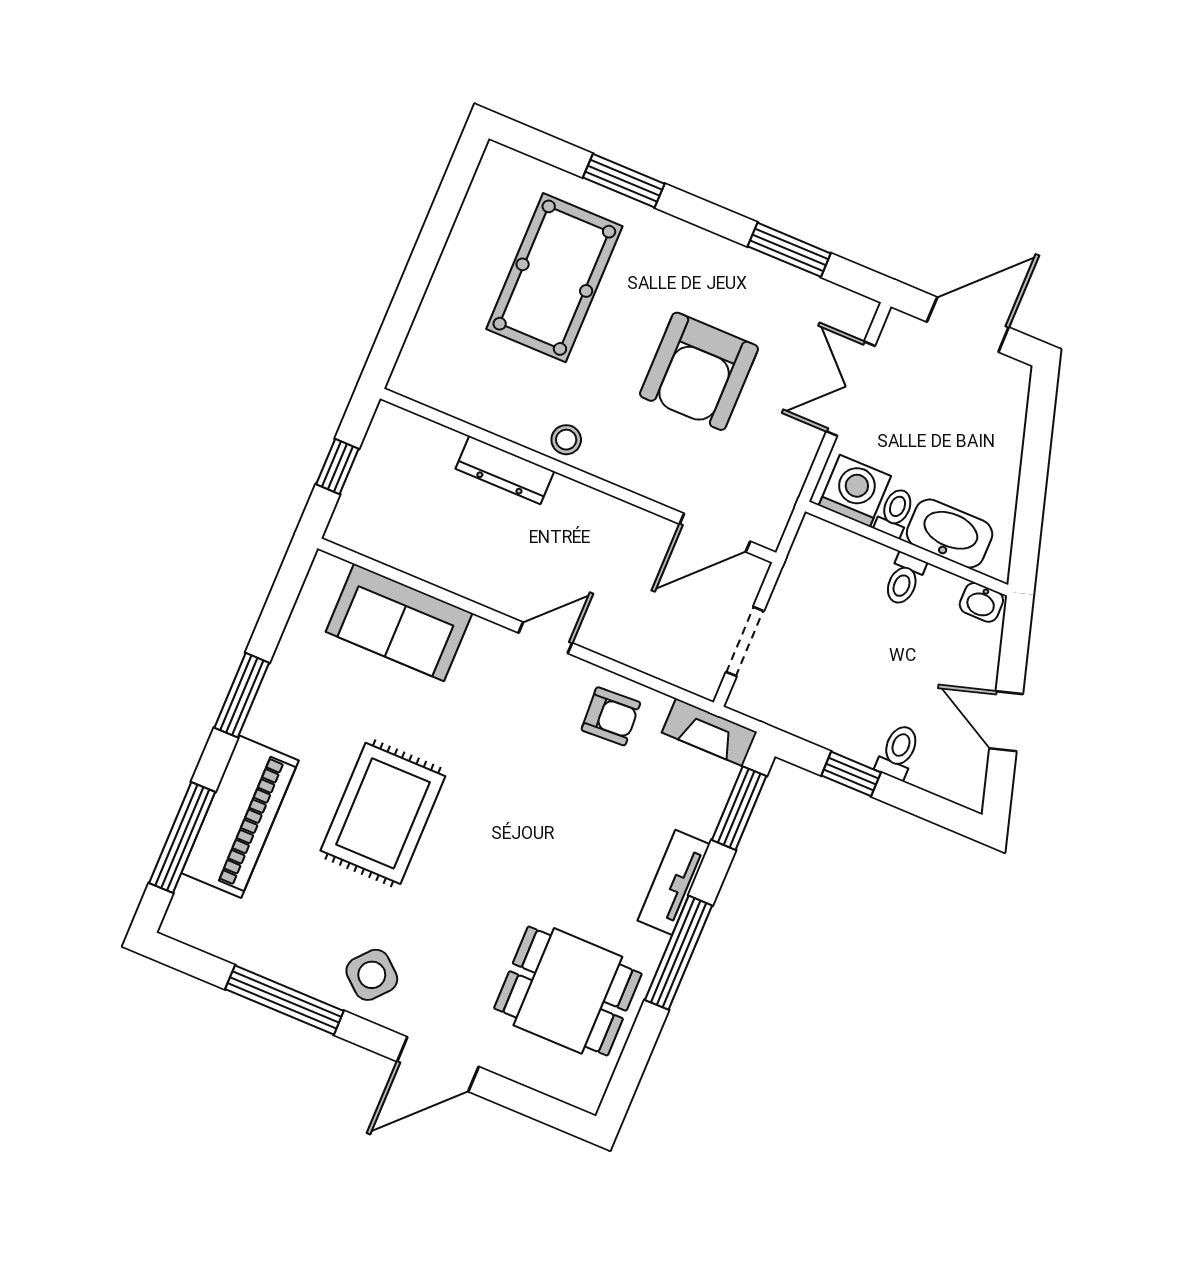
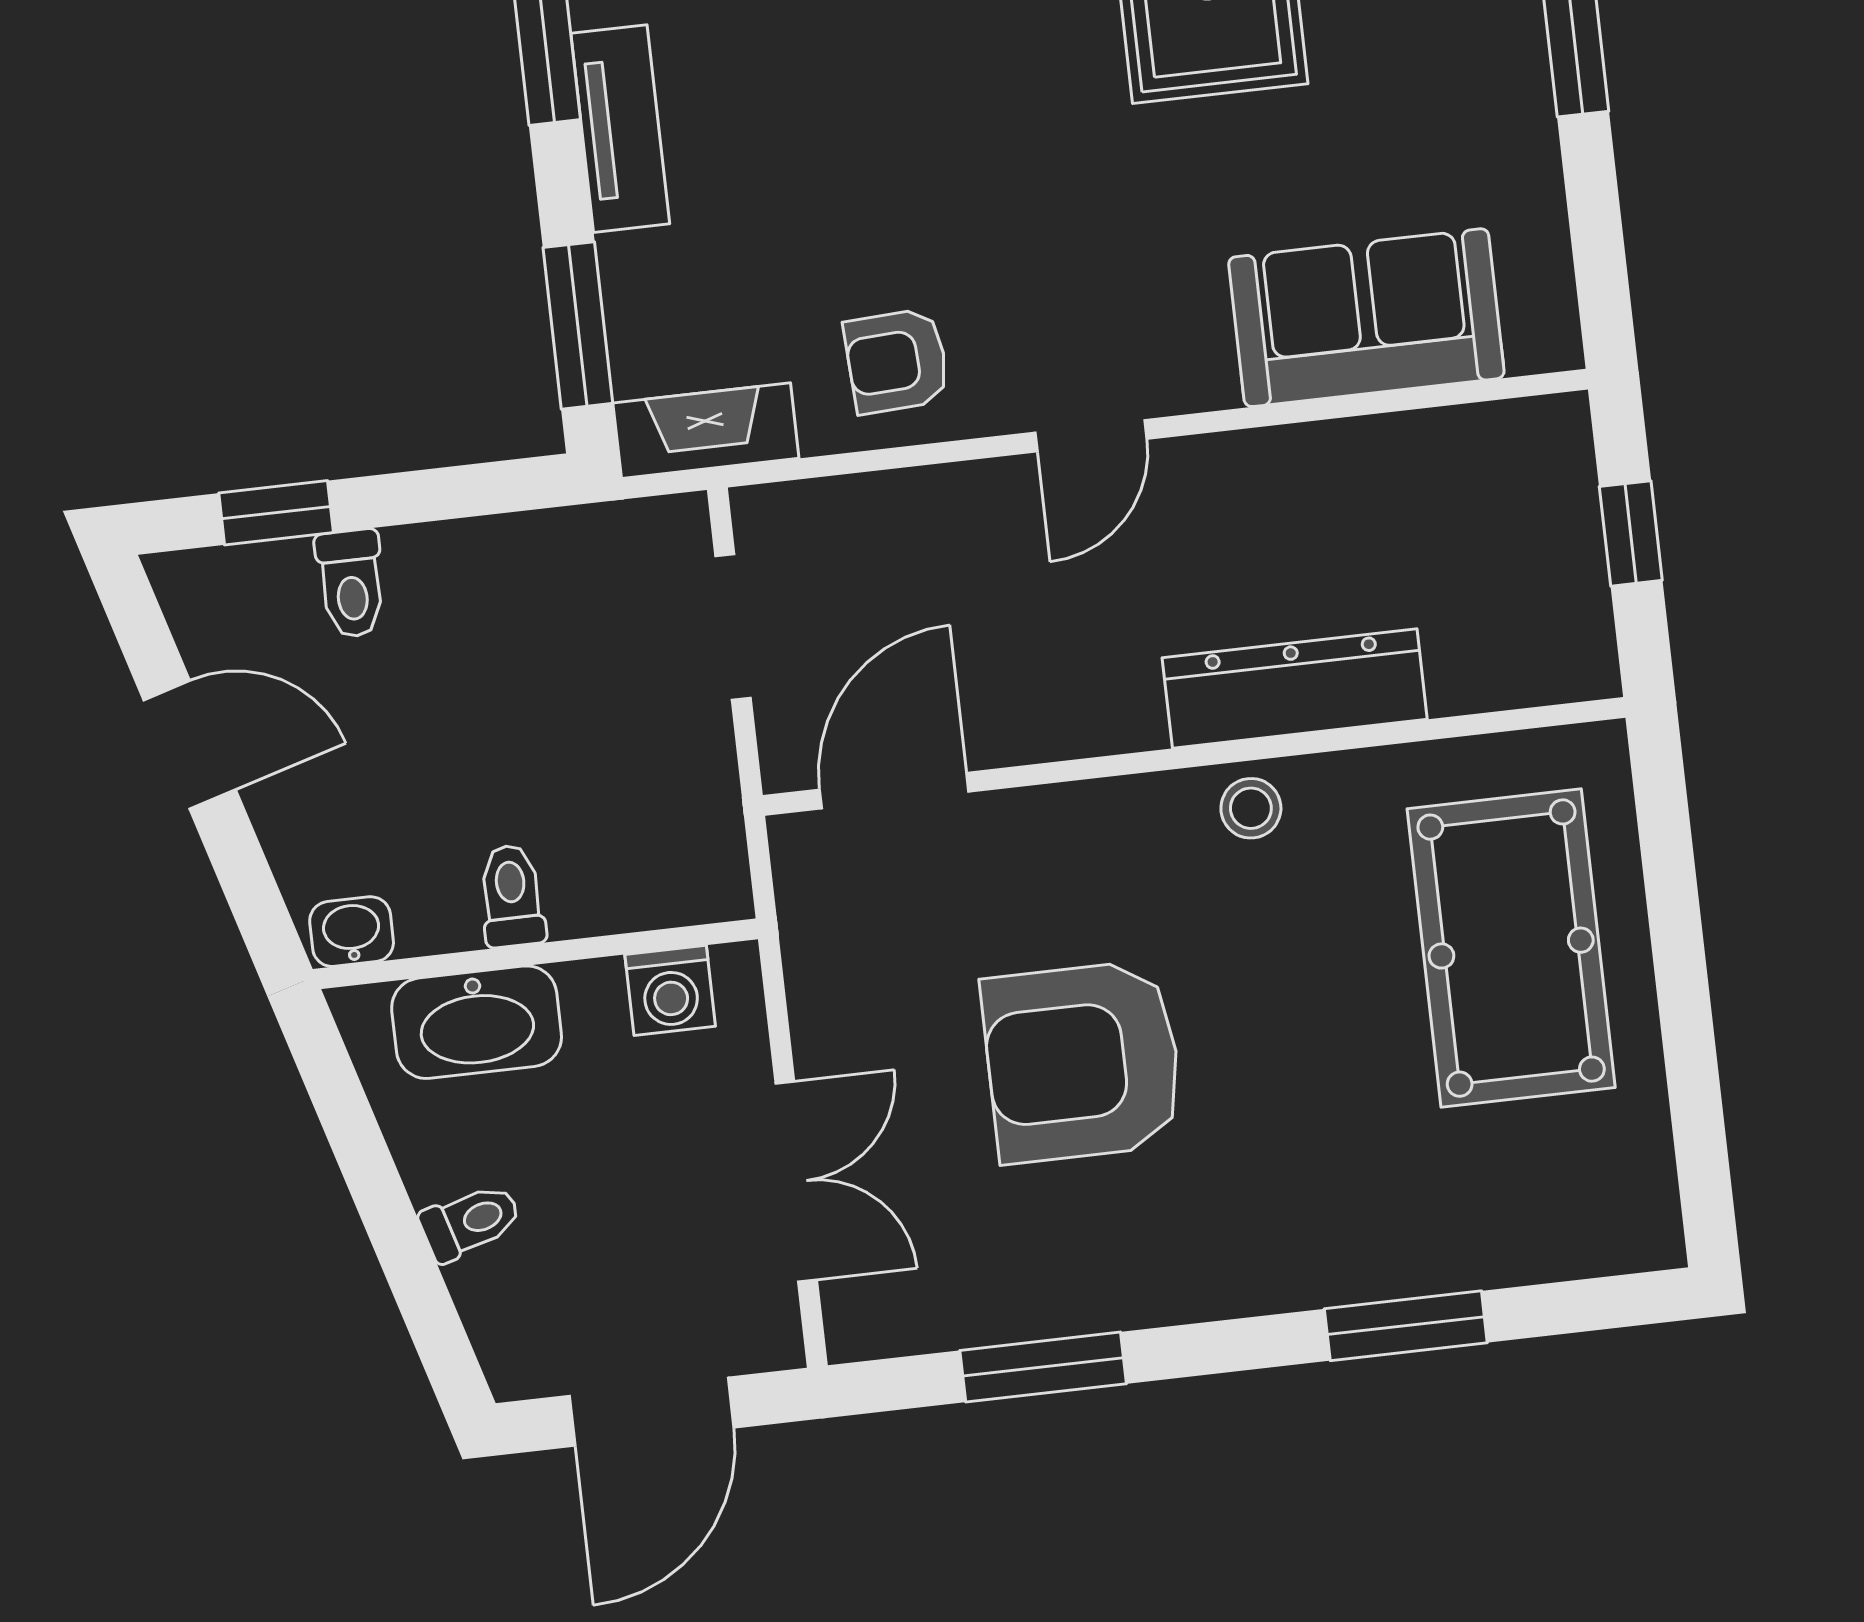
pool table: (554, 278) -> (1511, 948), moved
armchair: (699, 371) -> (1083, 1062), turned -90
dresser: (505, 470) -> (1295, 689), width x1.37, depth x1.24
washing machine: (855, 491) -> (670, 990), width x0.73, depth x0.73
toilet: (895, 512) -> (470, 1222), moved, turned -106
window: (851, 774) -> (276, 513), moved

